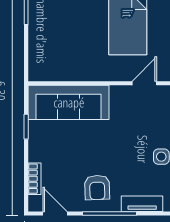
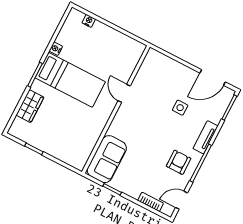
sofa: (69, 102) -> (107, 159), width x0.73
armchair: (97, 187) -> (179, 162), turned -88

